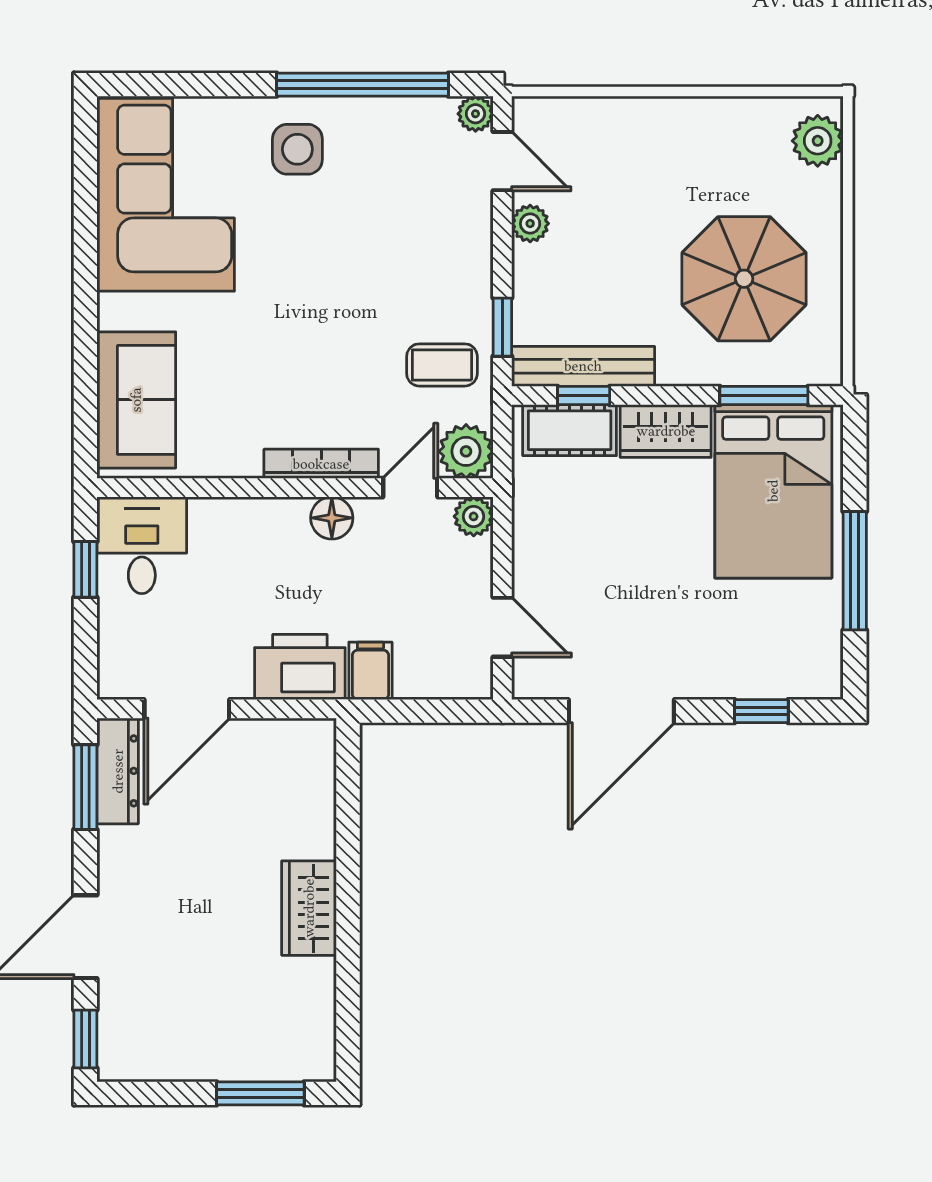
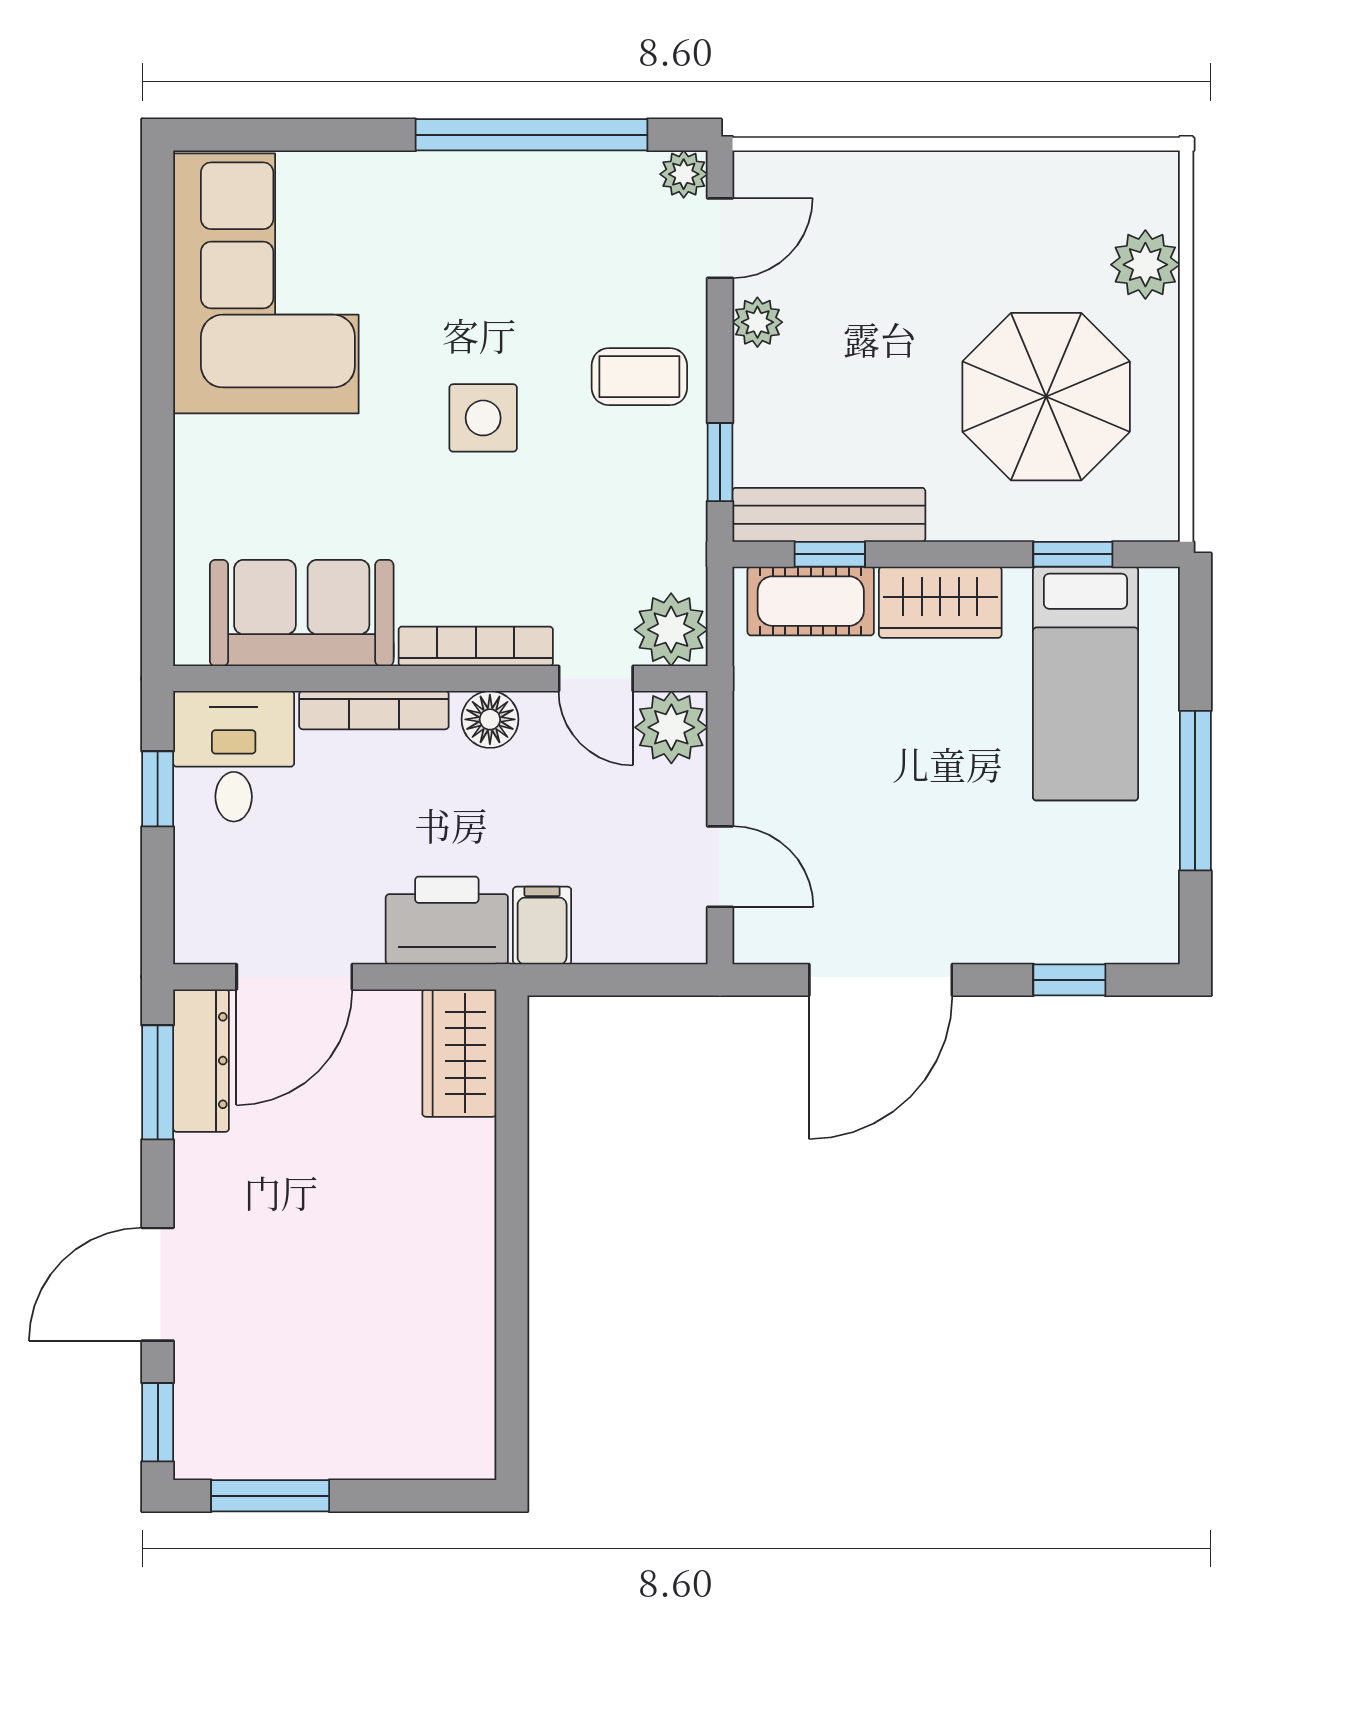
plant: (818, 141) -> (1145, 265), moved
side table: (297, 149) -> (483, 418), moved
door: (502, 161) -> (720, 238), hinge flipped
coffee table: (442, 365) -> (639, 377), moved
window: (764, 396) -> (1073, 554), width x0.67
sofa: (136, 400) -> (302, 613), moved, turned -90
door: (410, 488) -> (596, 679), swing flipped
bed: (773, 491) -> (1085, 684), width x0.67
bookcase: (246, 511) -> (374, 710), added
plant: (474, 516) -> (671, 727), width x1.38, depth x1.38
wardrobe: (309, 908) -> (459, 1053), moved
window: (260, 1093) -> (270, 1496), moved

